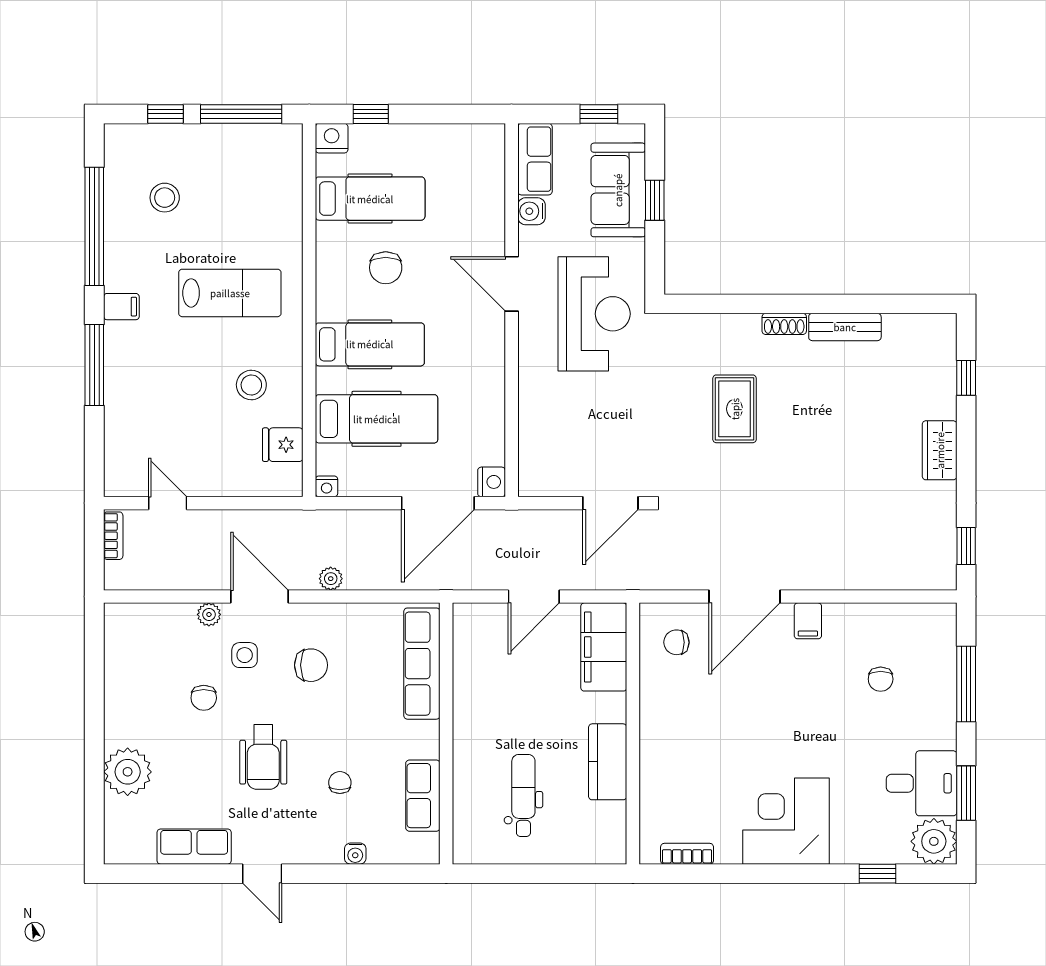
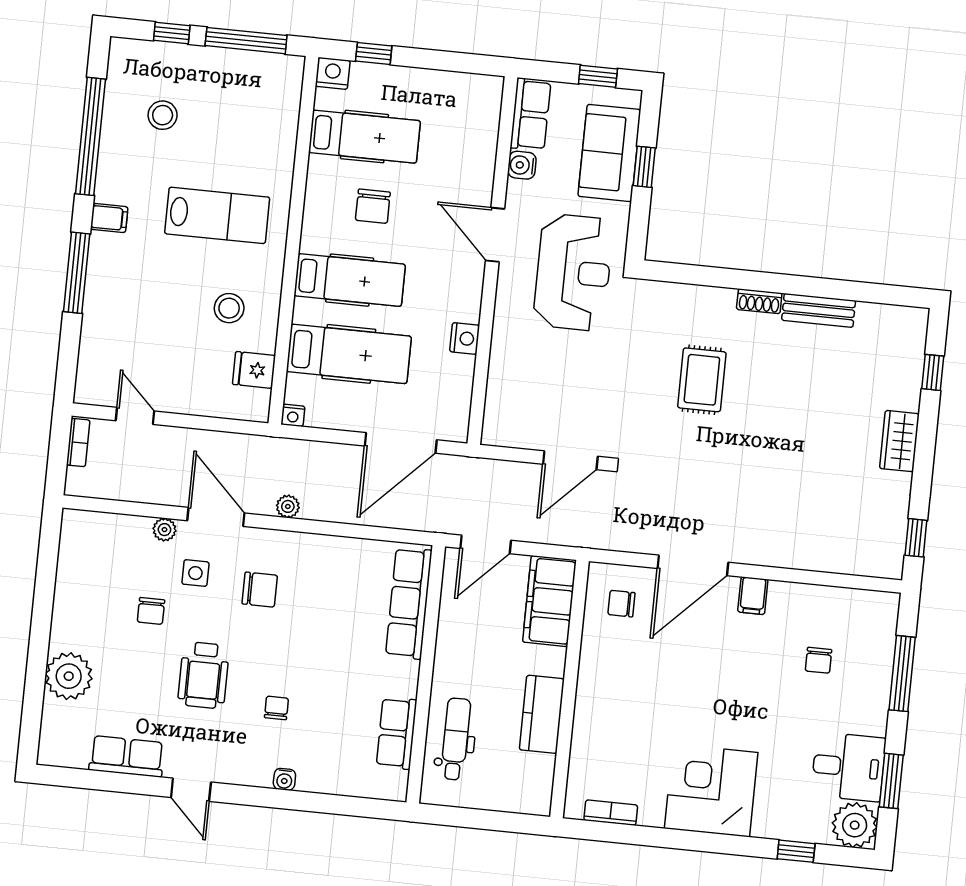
nightstand: (492, 482) -> (465, 338), moved
row of seats: (422, 664) -> (409, 603), moved
wall: (446, 734) -> (426, 674), moved
row of seats: (423, 796) -> (397, 733), moved

